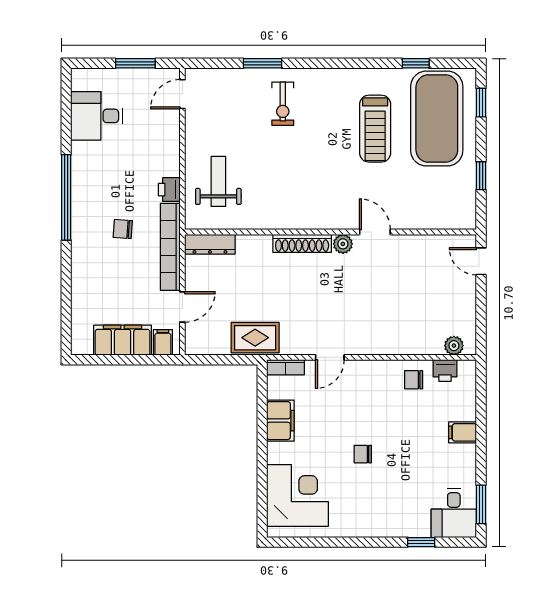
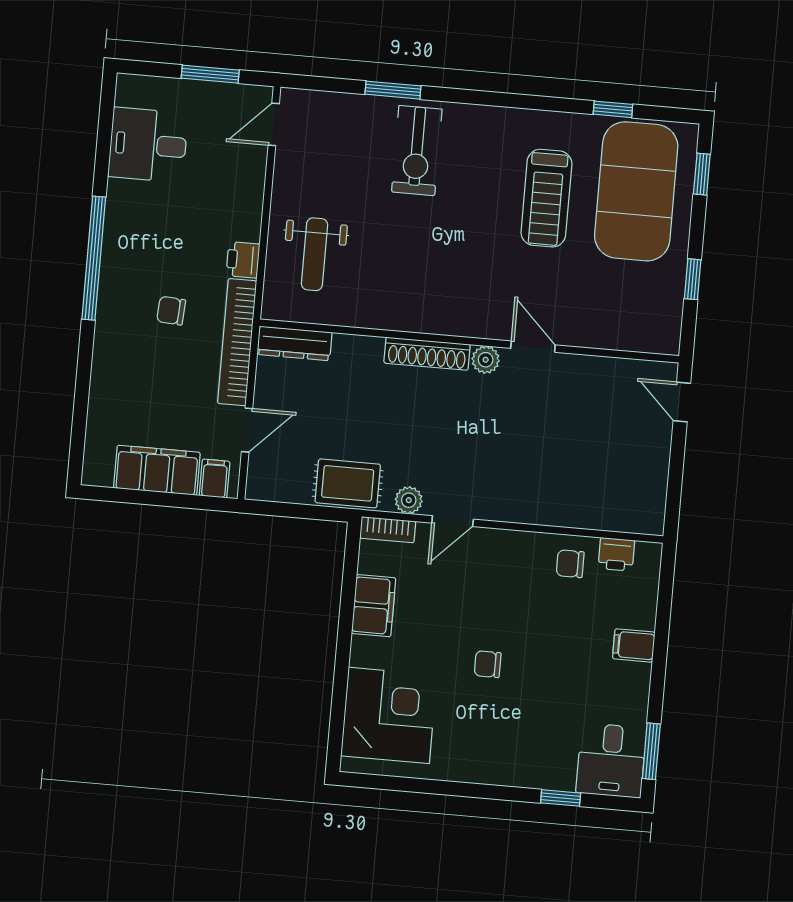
exercise bike: (283, 104) -> (417, 151), width x1.38, depth x1.39
weight bench: (218, 181) -> (314, 254), turned 180
plant: (454, 346) -> (409, 500), moved

